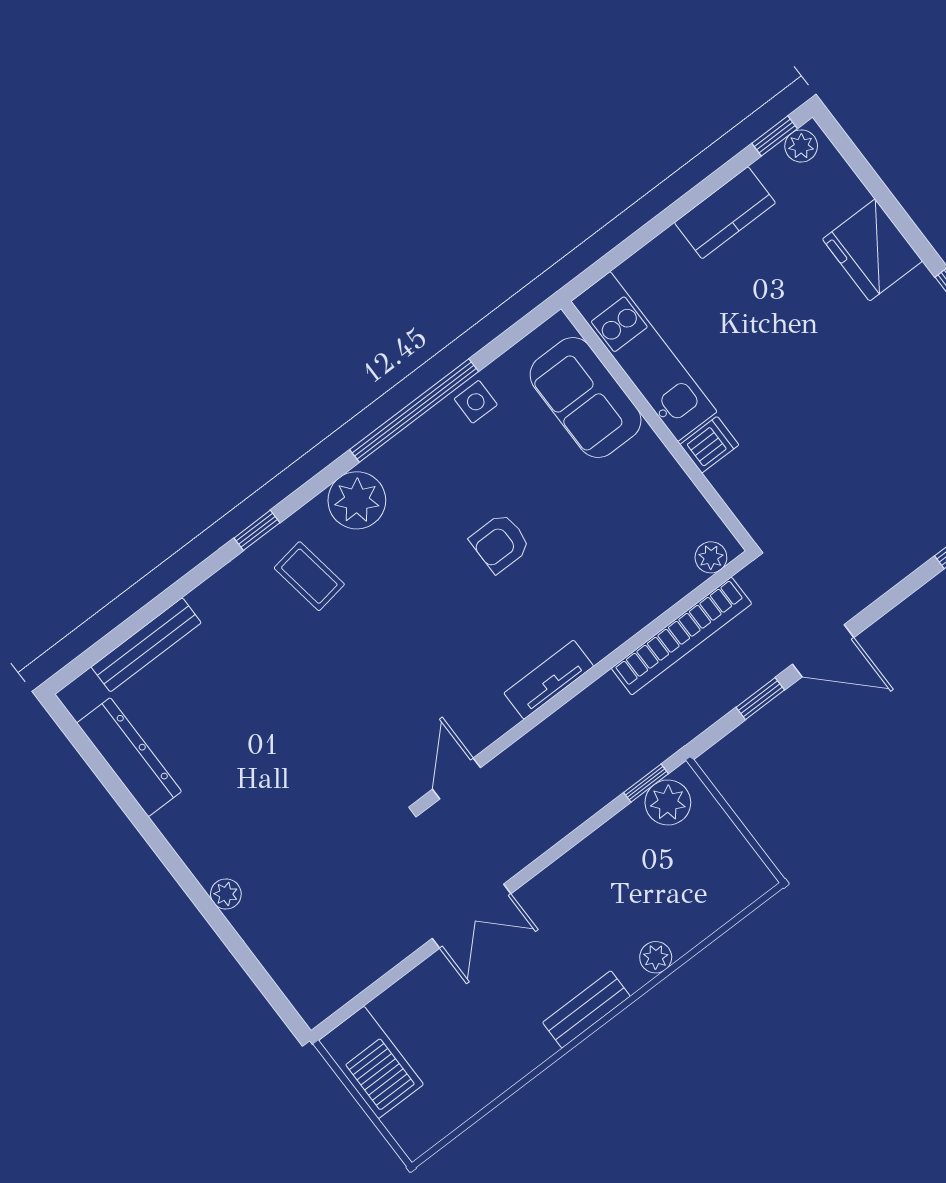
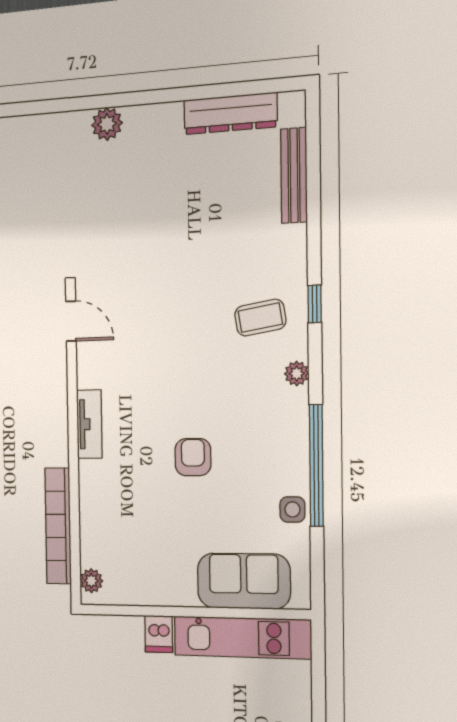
plant: (357, 500) -> (297, 374), width x0.53, depth x0.53
plant: (226, 894) -> (107, 124), width x1.38, depth x1.38

